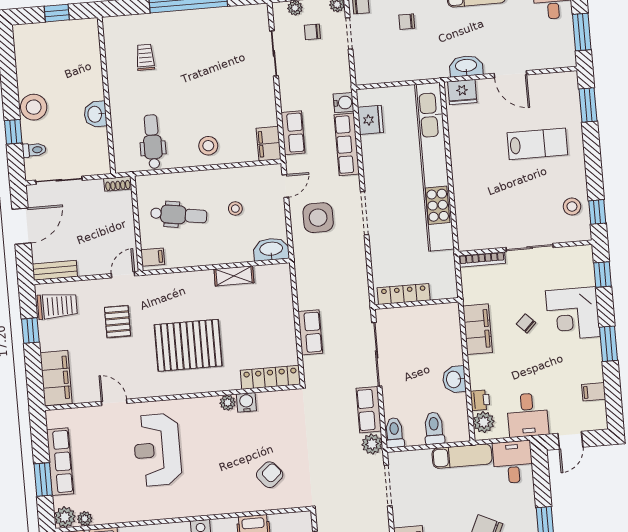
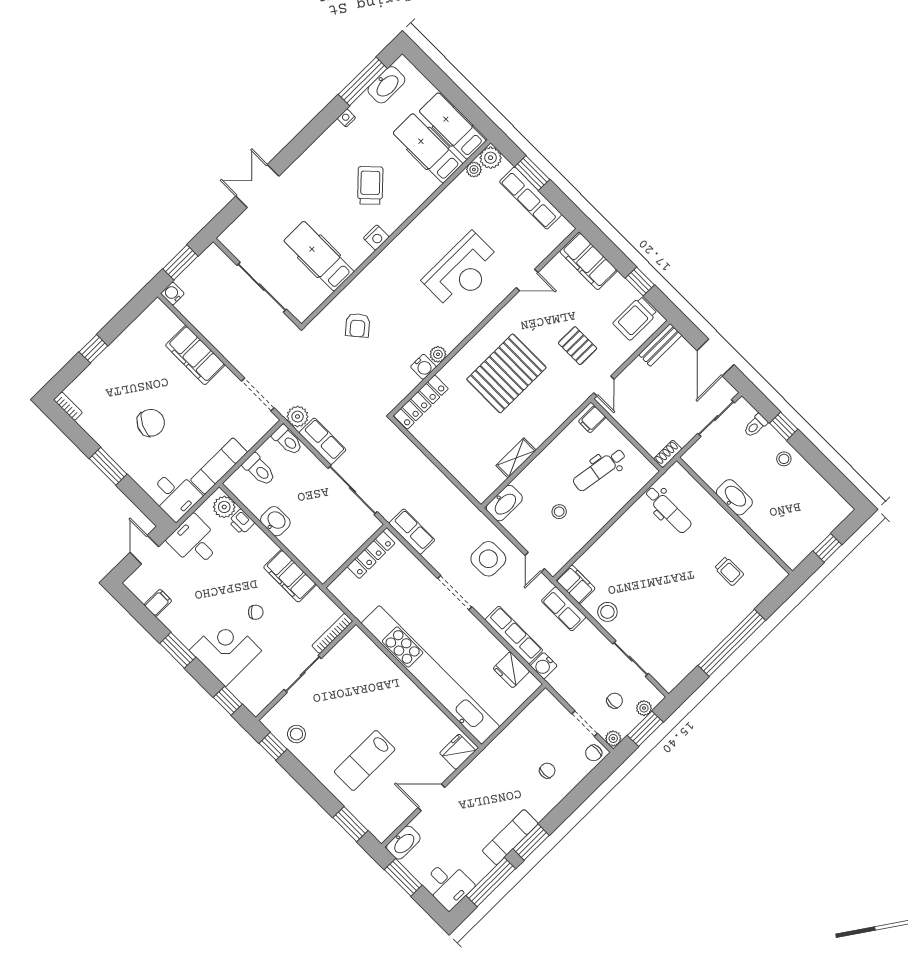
washbasin: (466, 66) -> (403, 843), moved
stool: (34, 107) -> (784, 459), width x0.53, depth x0.53
washbasin: (95, 114) -> (734, 497), width x1.38
stool: (208, 146) -> (607, 612), moved
row of seats: (310, 332) -> (412, 532), moved, turned 180
reception desk: (157, 450) -> (462, 271), turned 90

